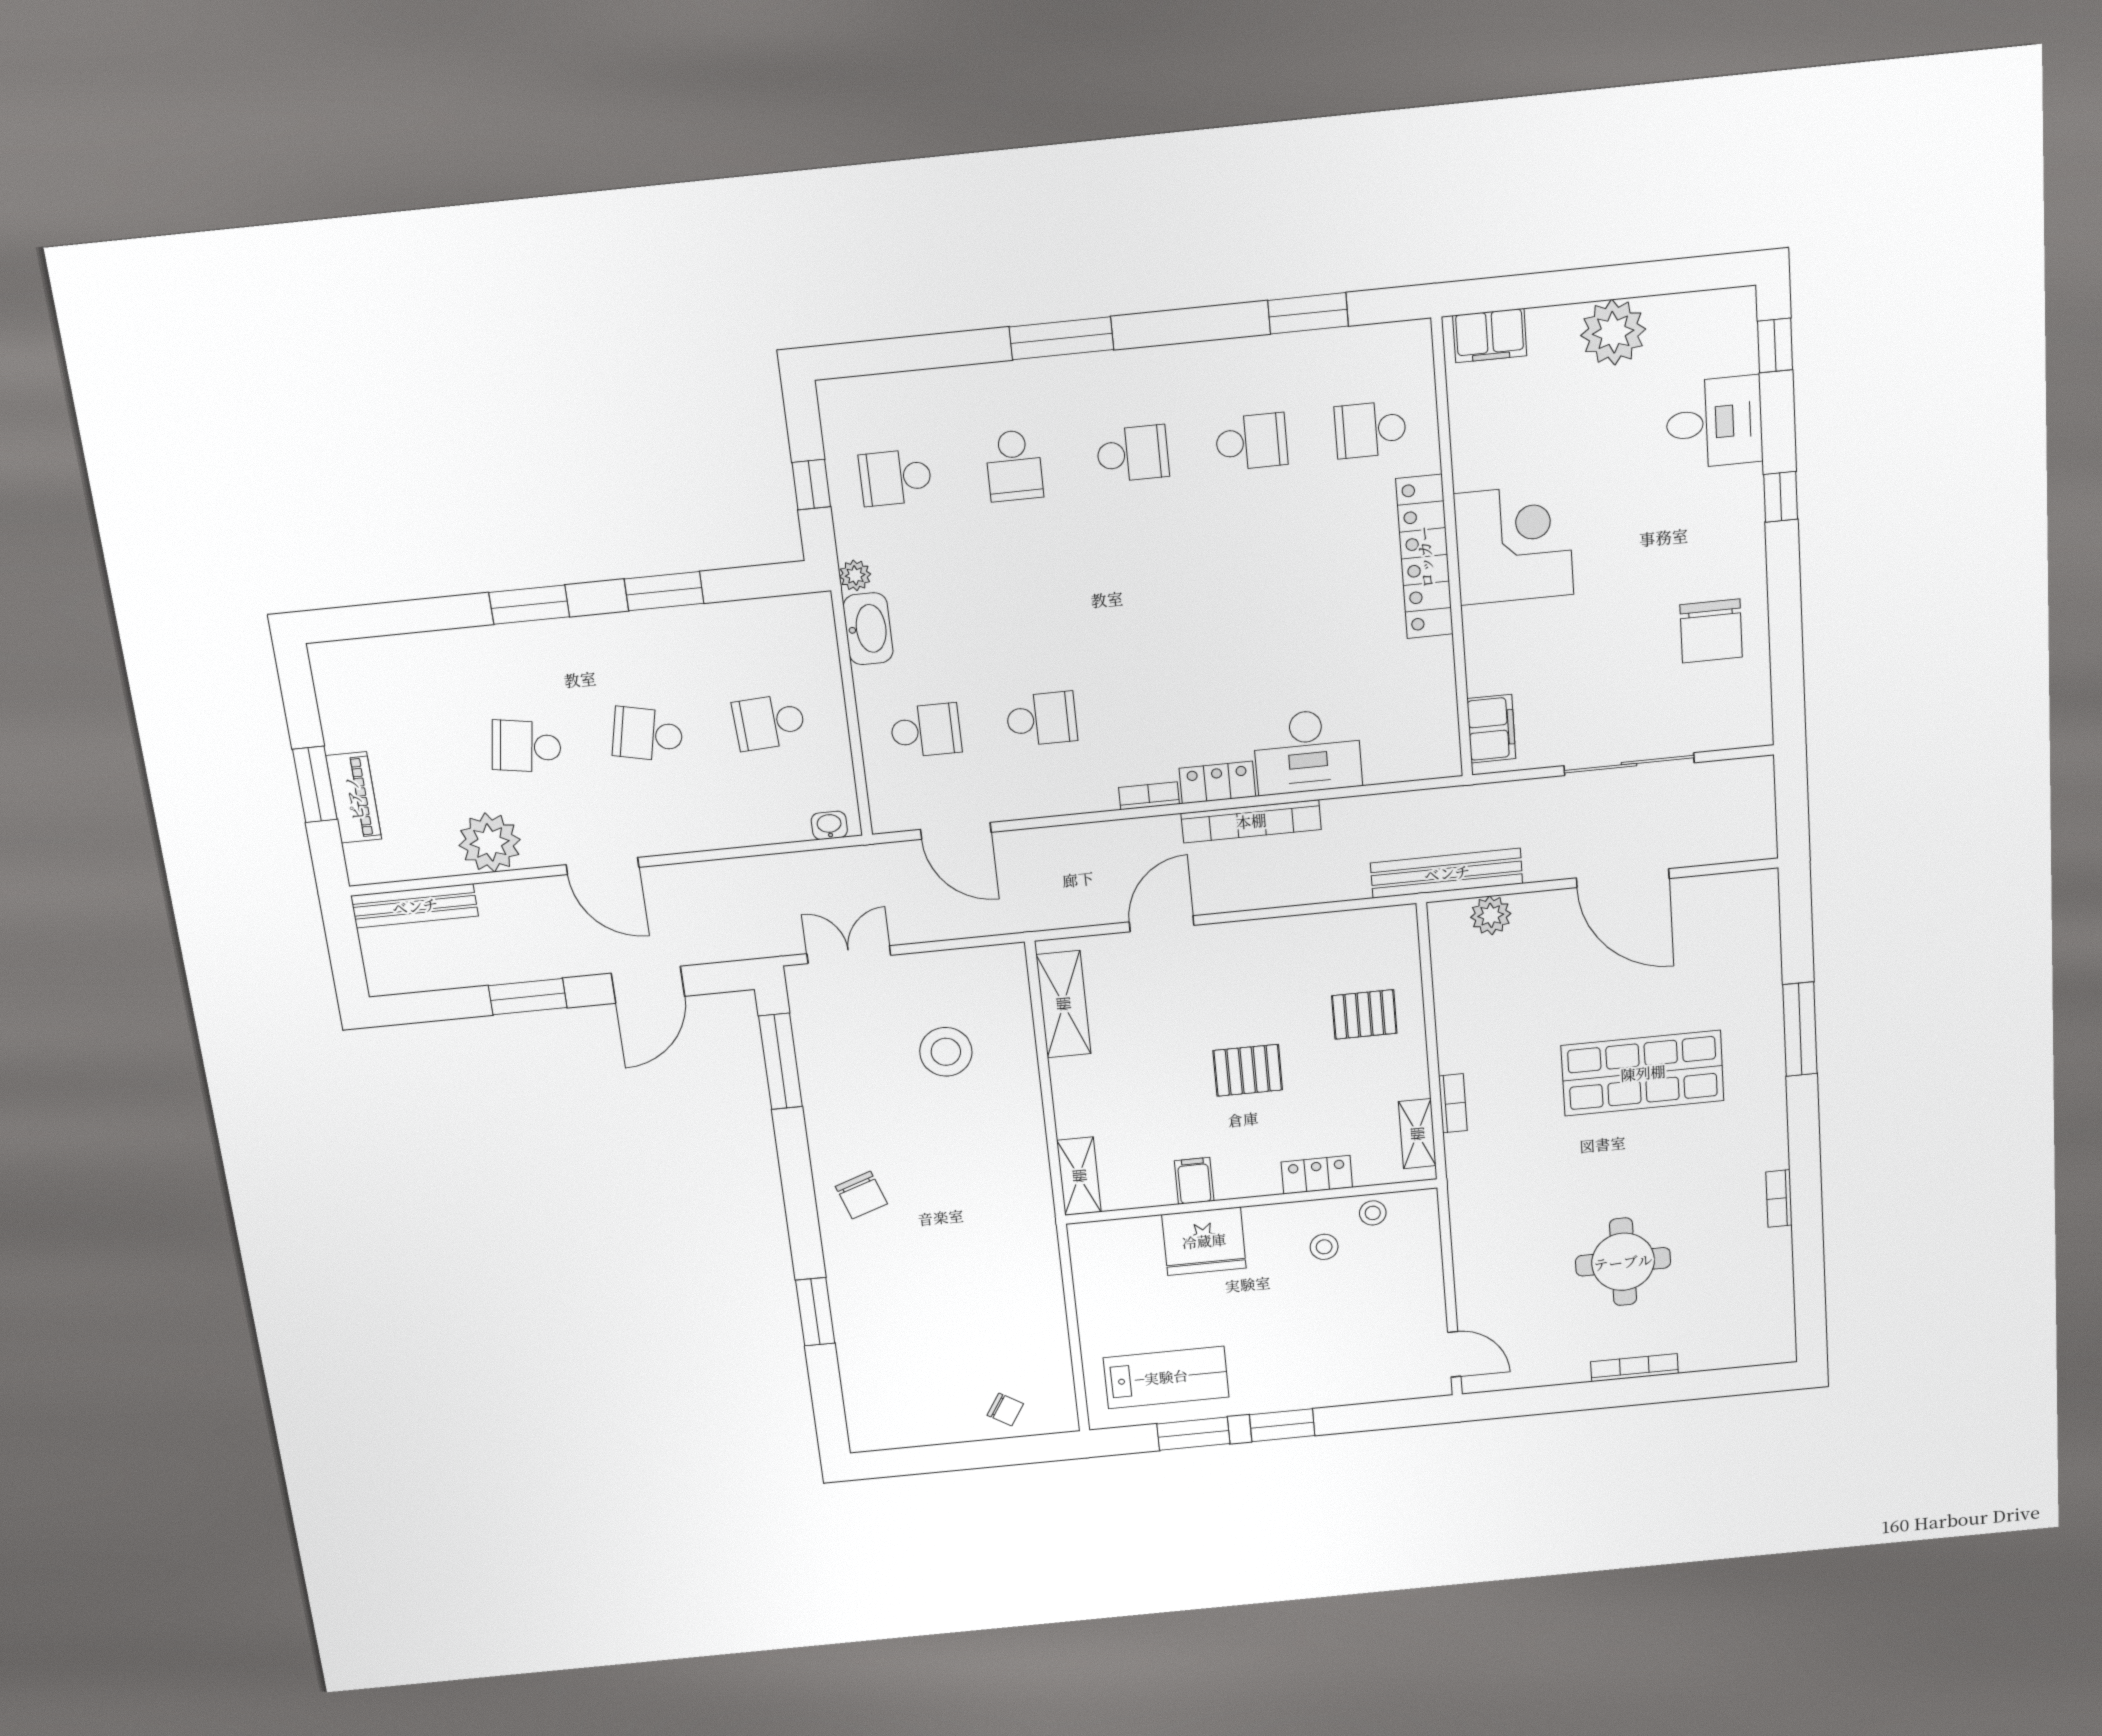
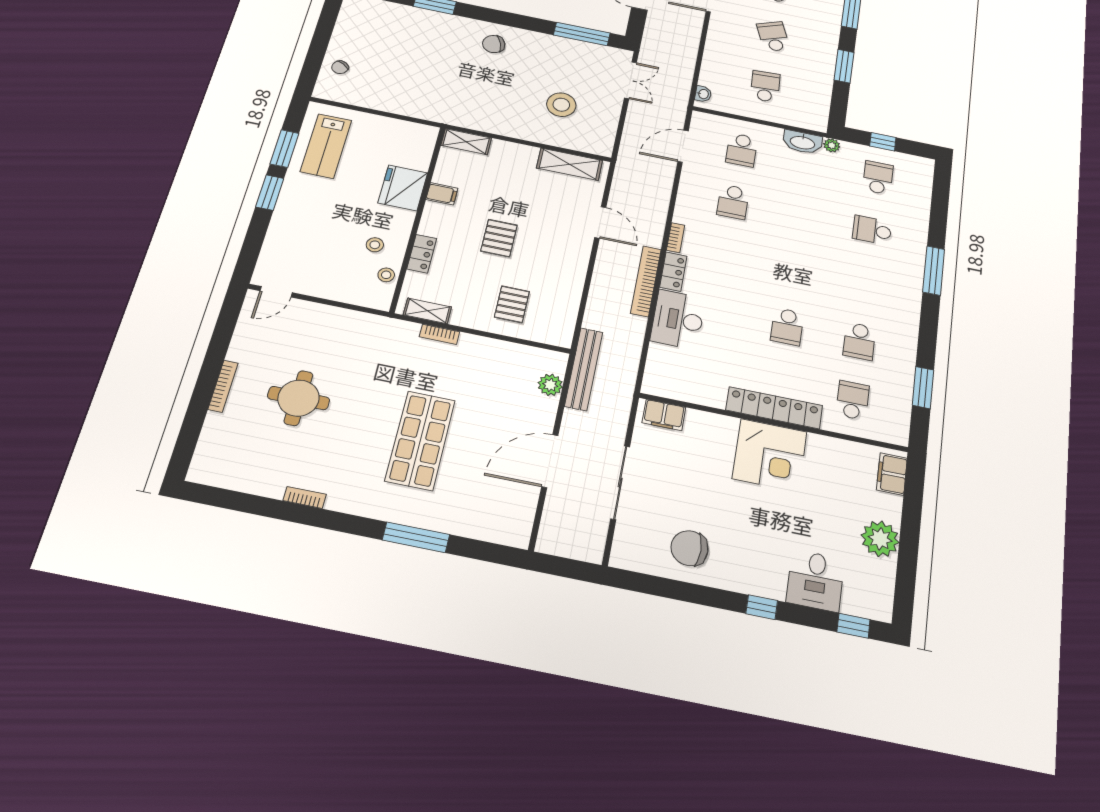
school desk: (1133, 454) -> (787, 327), moved
school desk: (648, 734) -> (773, 36), turned -33

